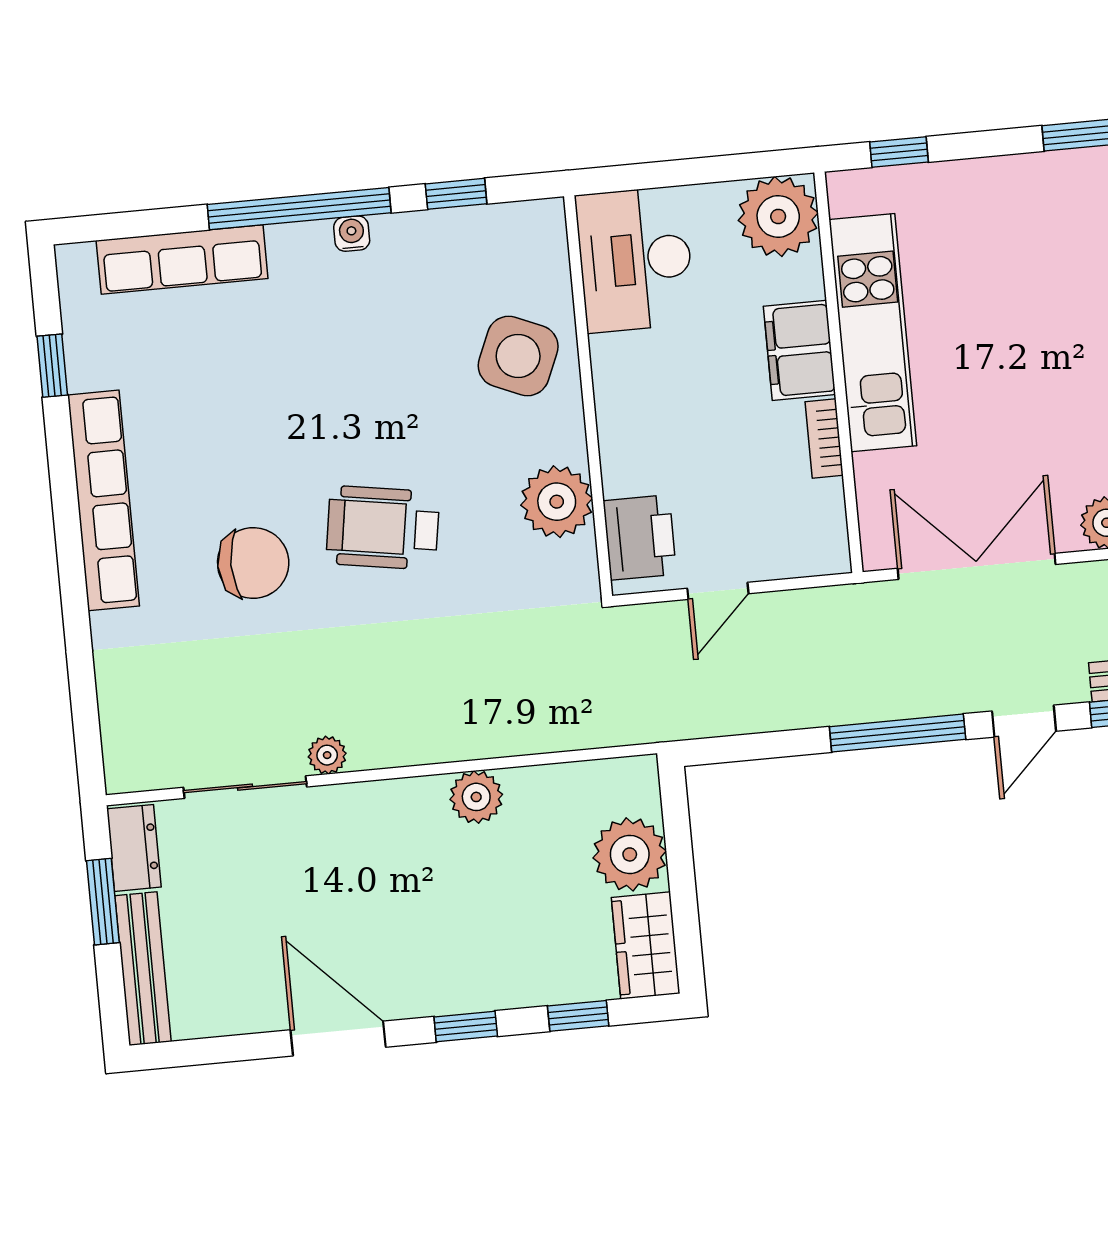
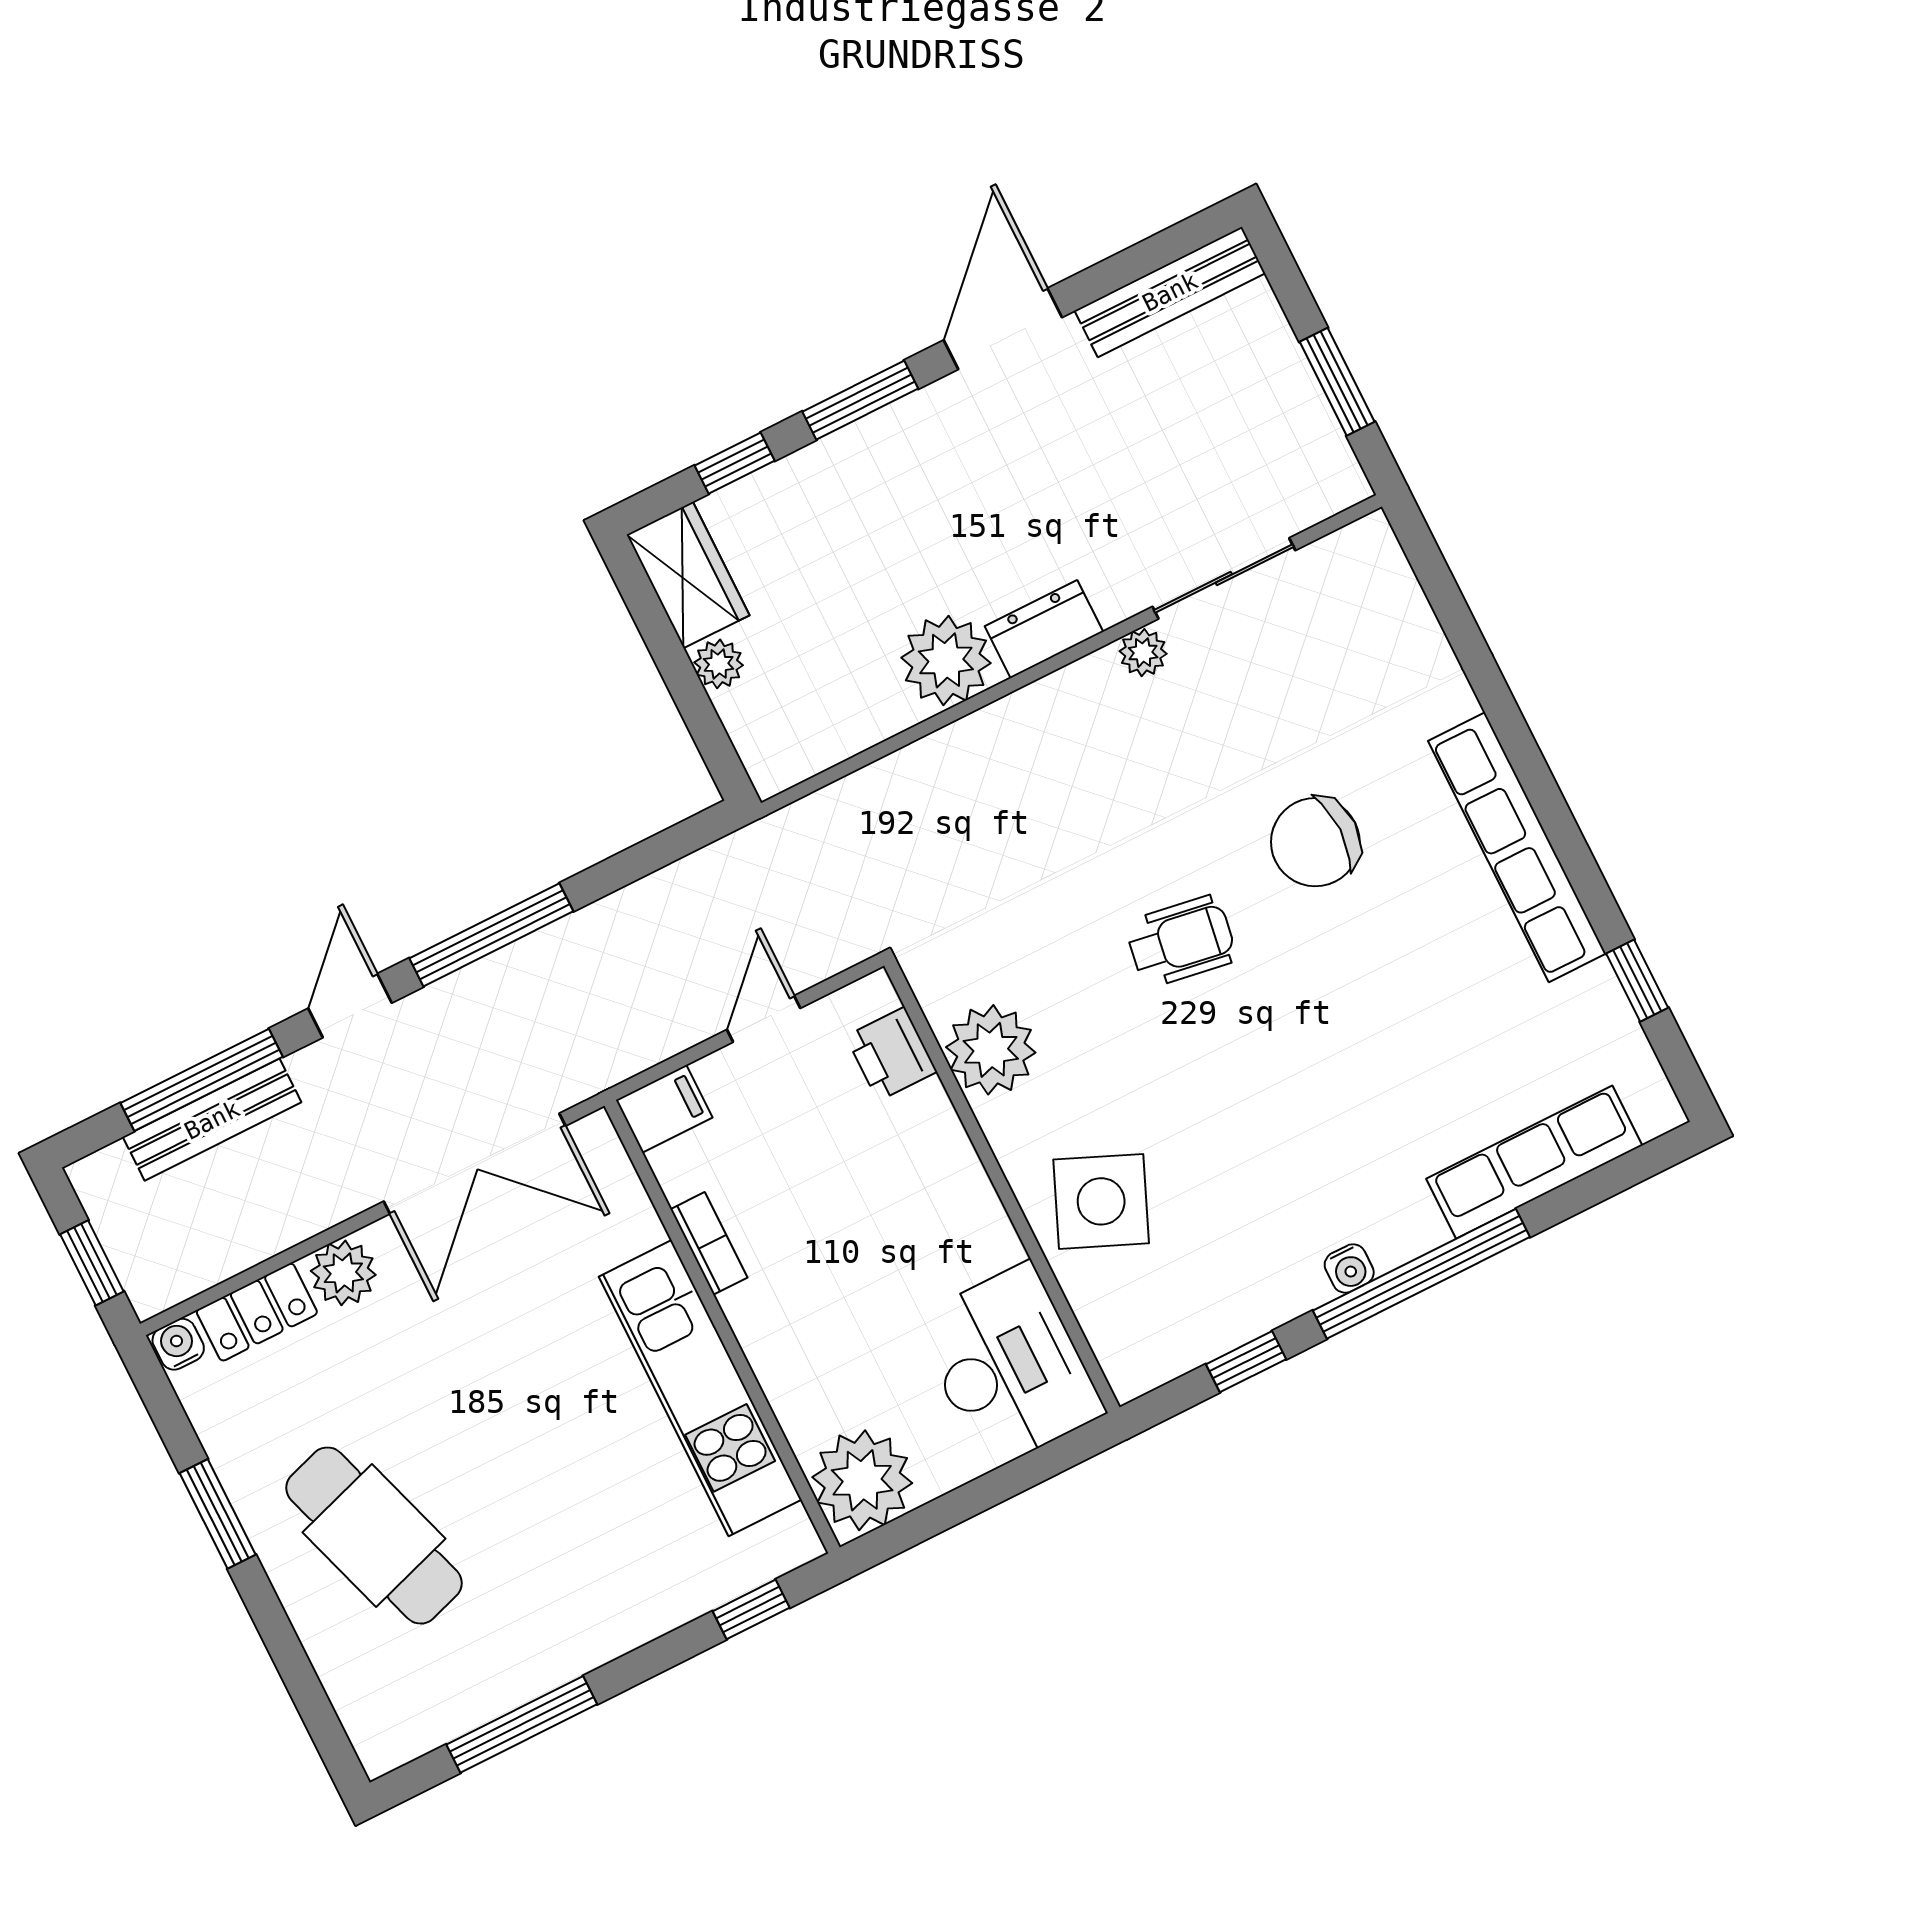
filing cabinet: (800, 350) -> (664, 1109), moved, width x0.50
wheelchair: (383, 528) -> (1181, 941), width x0.73, depth x0.73
printer: (640, 537) -> (891, 1054), width x0.73, depth x0.81
plant: (476, 797) -> (946, 660), width x1.36, depth x1.36
dresser: (134, 848) -> (1044, 629), moved, turned 90
plant: (630, 854) -> (719, 664), width x0.53, depth x0.53
bench: (143, 969) -> (1170, 292), moved, turned 90
window: (466, 1026) -> (860, 400), width x1.50
door: (338, 1039) -> (1003, 329), swing flipped

